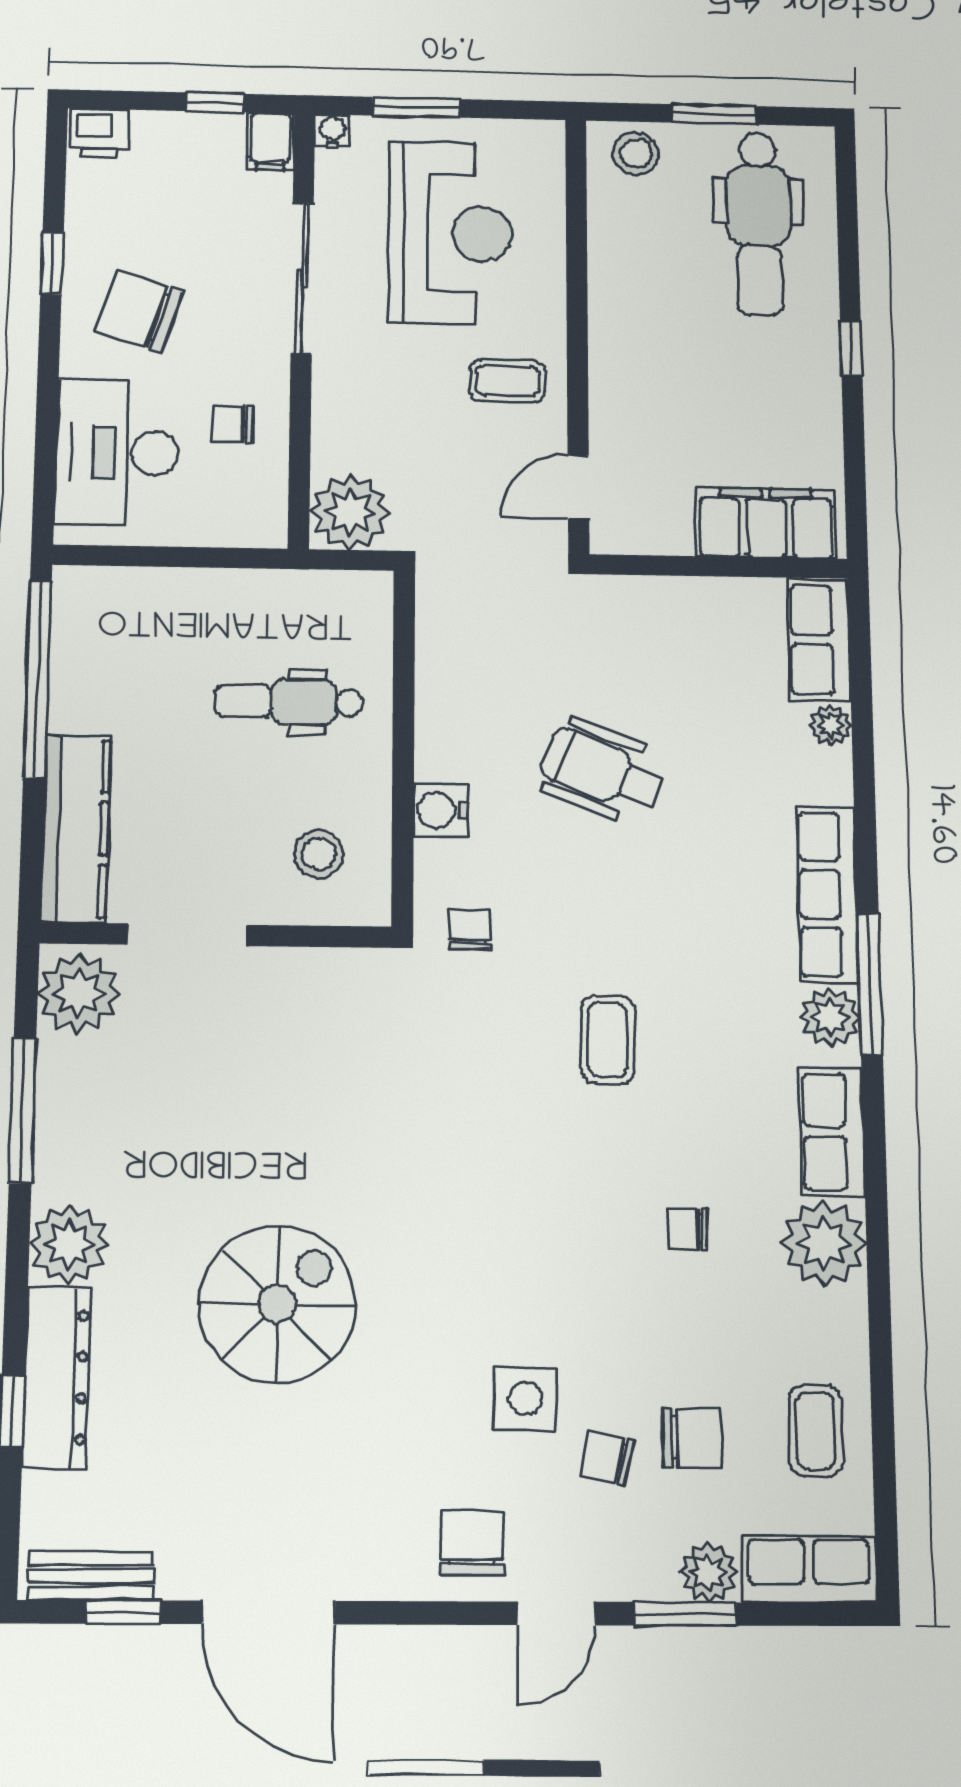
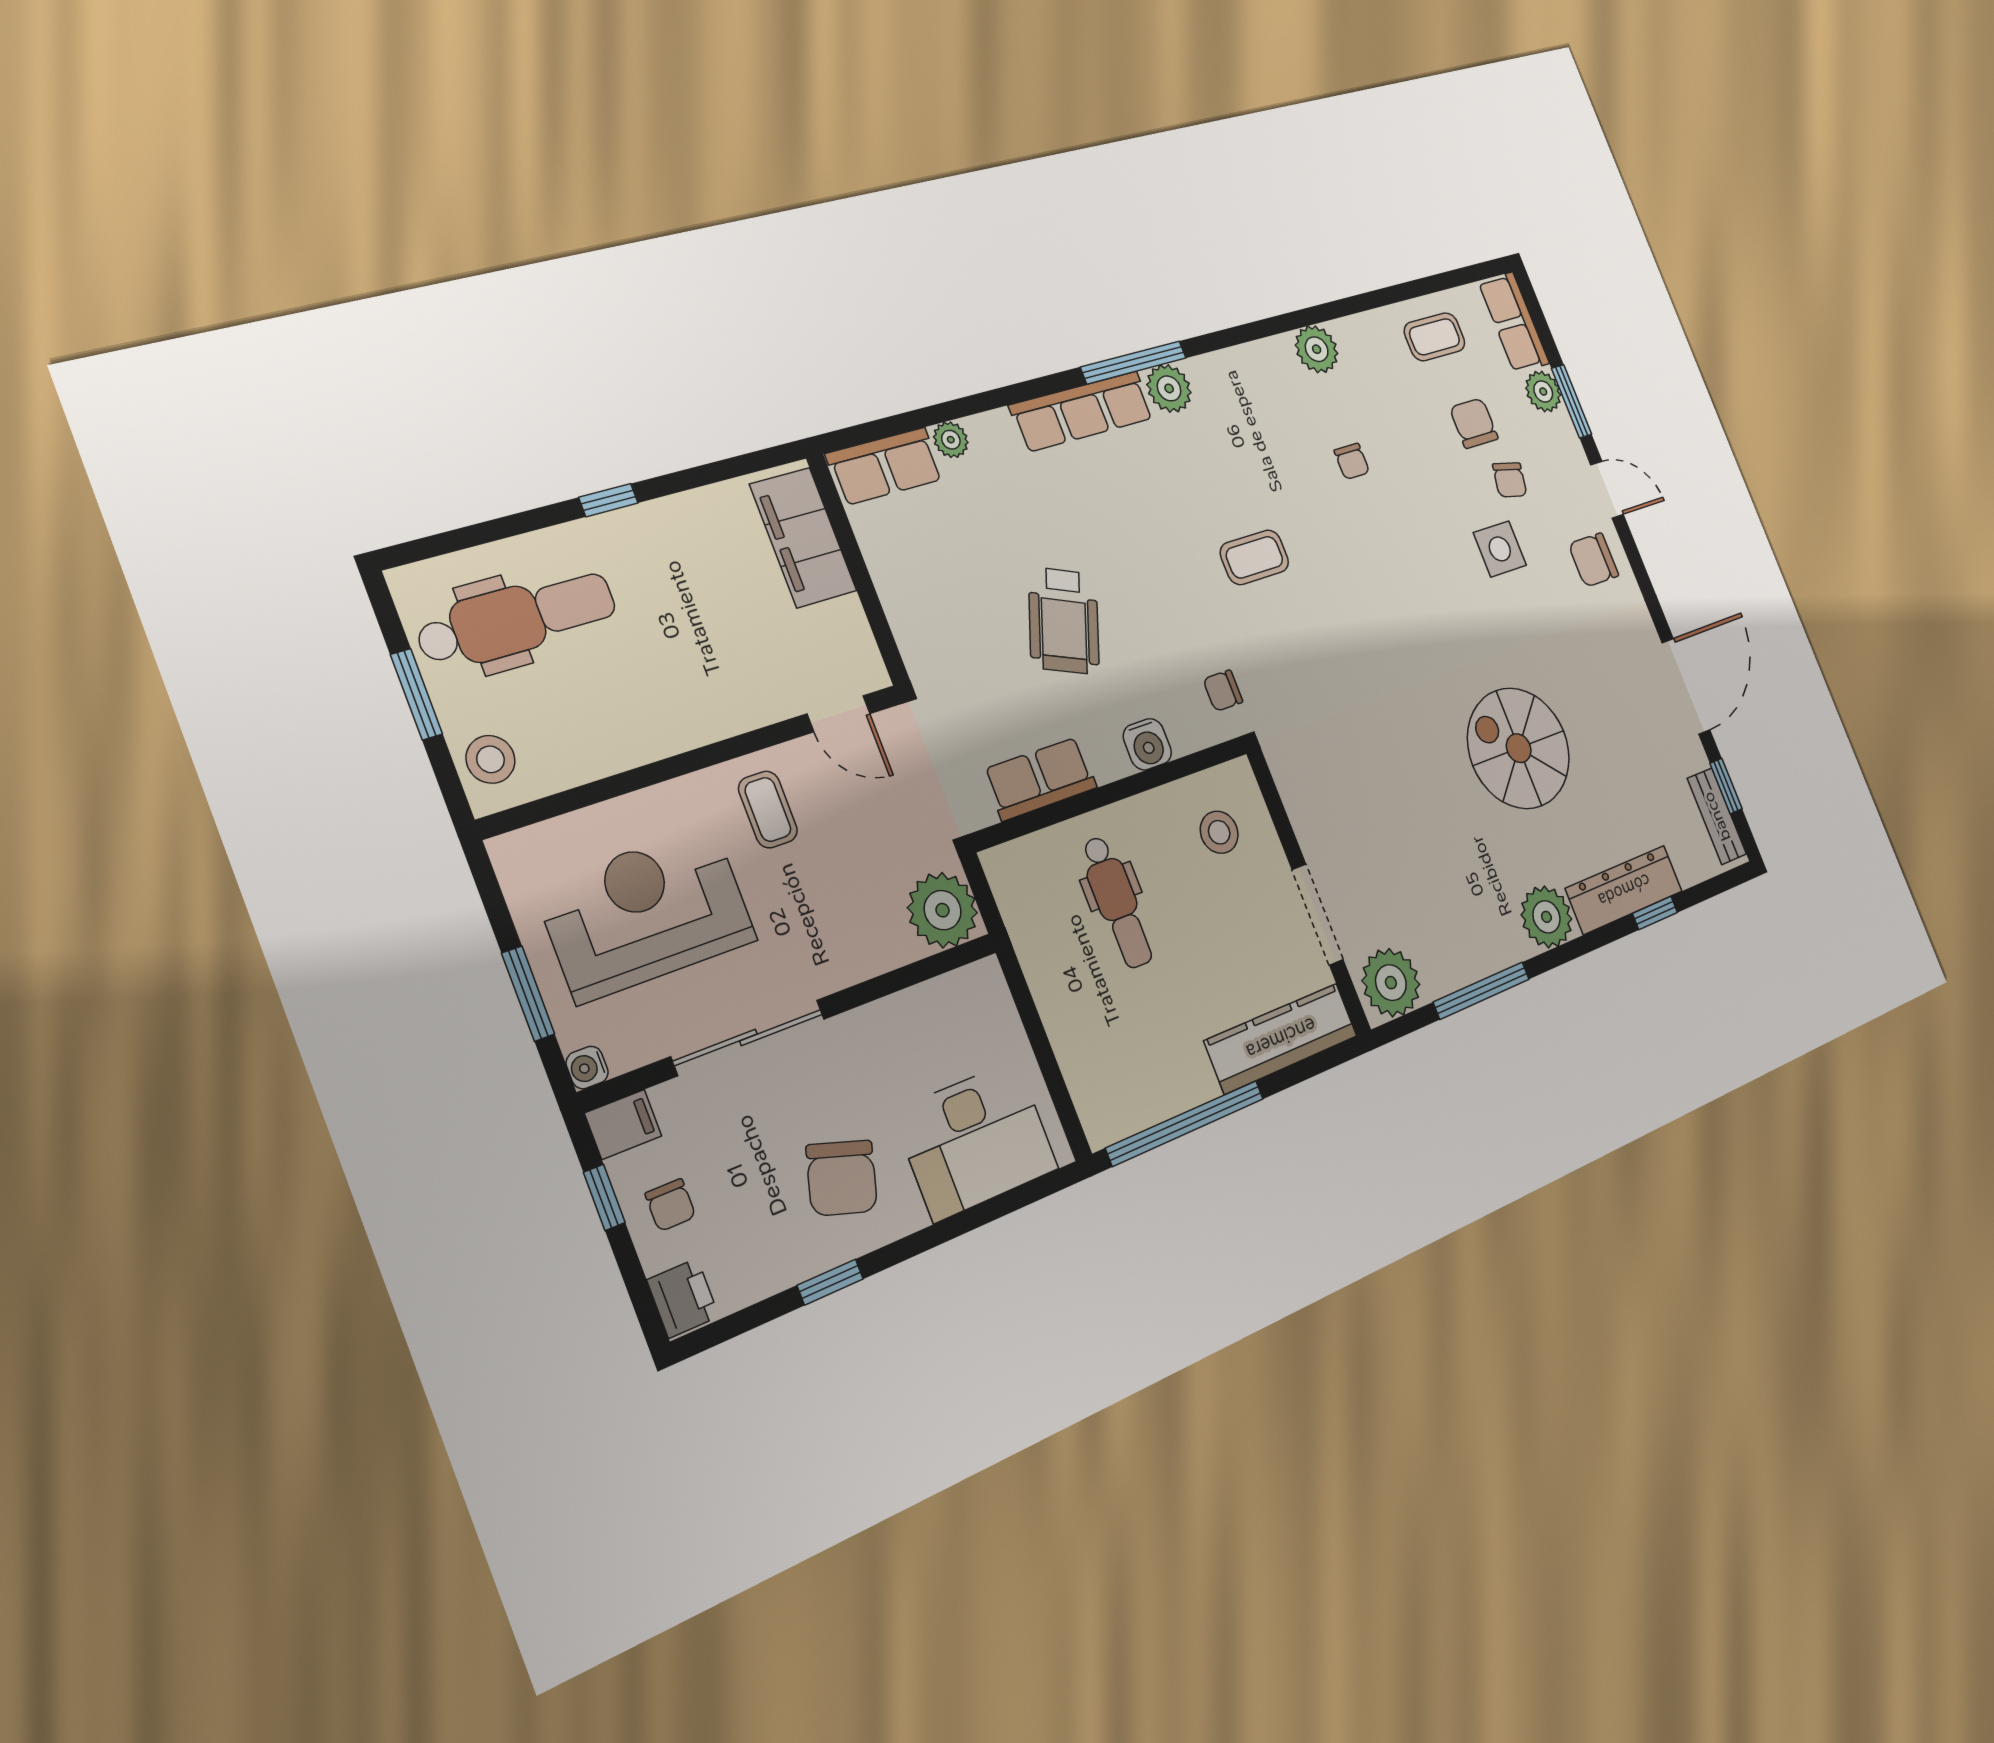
chair: (233, 424) -> (670, 1205), moved
row of seats: (832, 1132) -> (1040, 779), moved, turned 180
plant: (824, 1243) -> (1317, 349), width x0.73, depth x0.73

